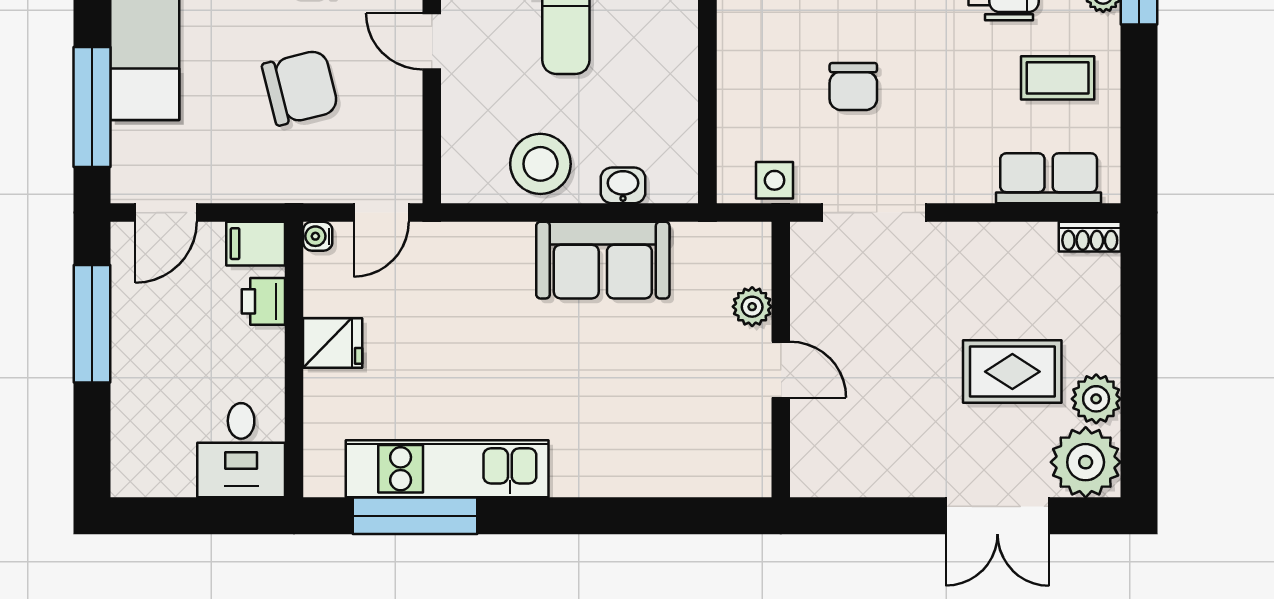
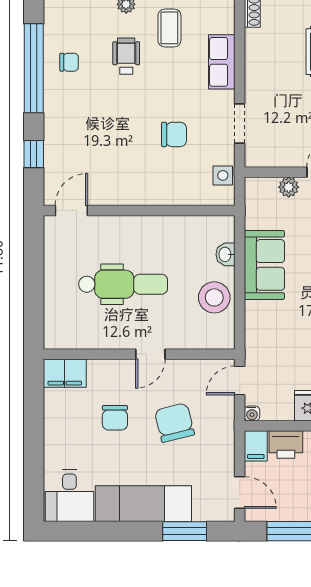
window: (92, 107) -> (185, 531), width x0.69
row of seats: (1049, 178) -> (222, 62), moved
door: (381, 213) -> (240, 380), swing flipped
doorway: (874, 213) -> (240, 124), width x0.73
printer: (263, 301) -> (286, 444), width x1.36, depth x1.24

